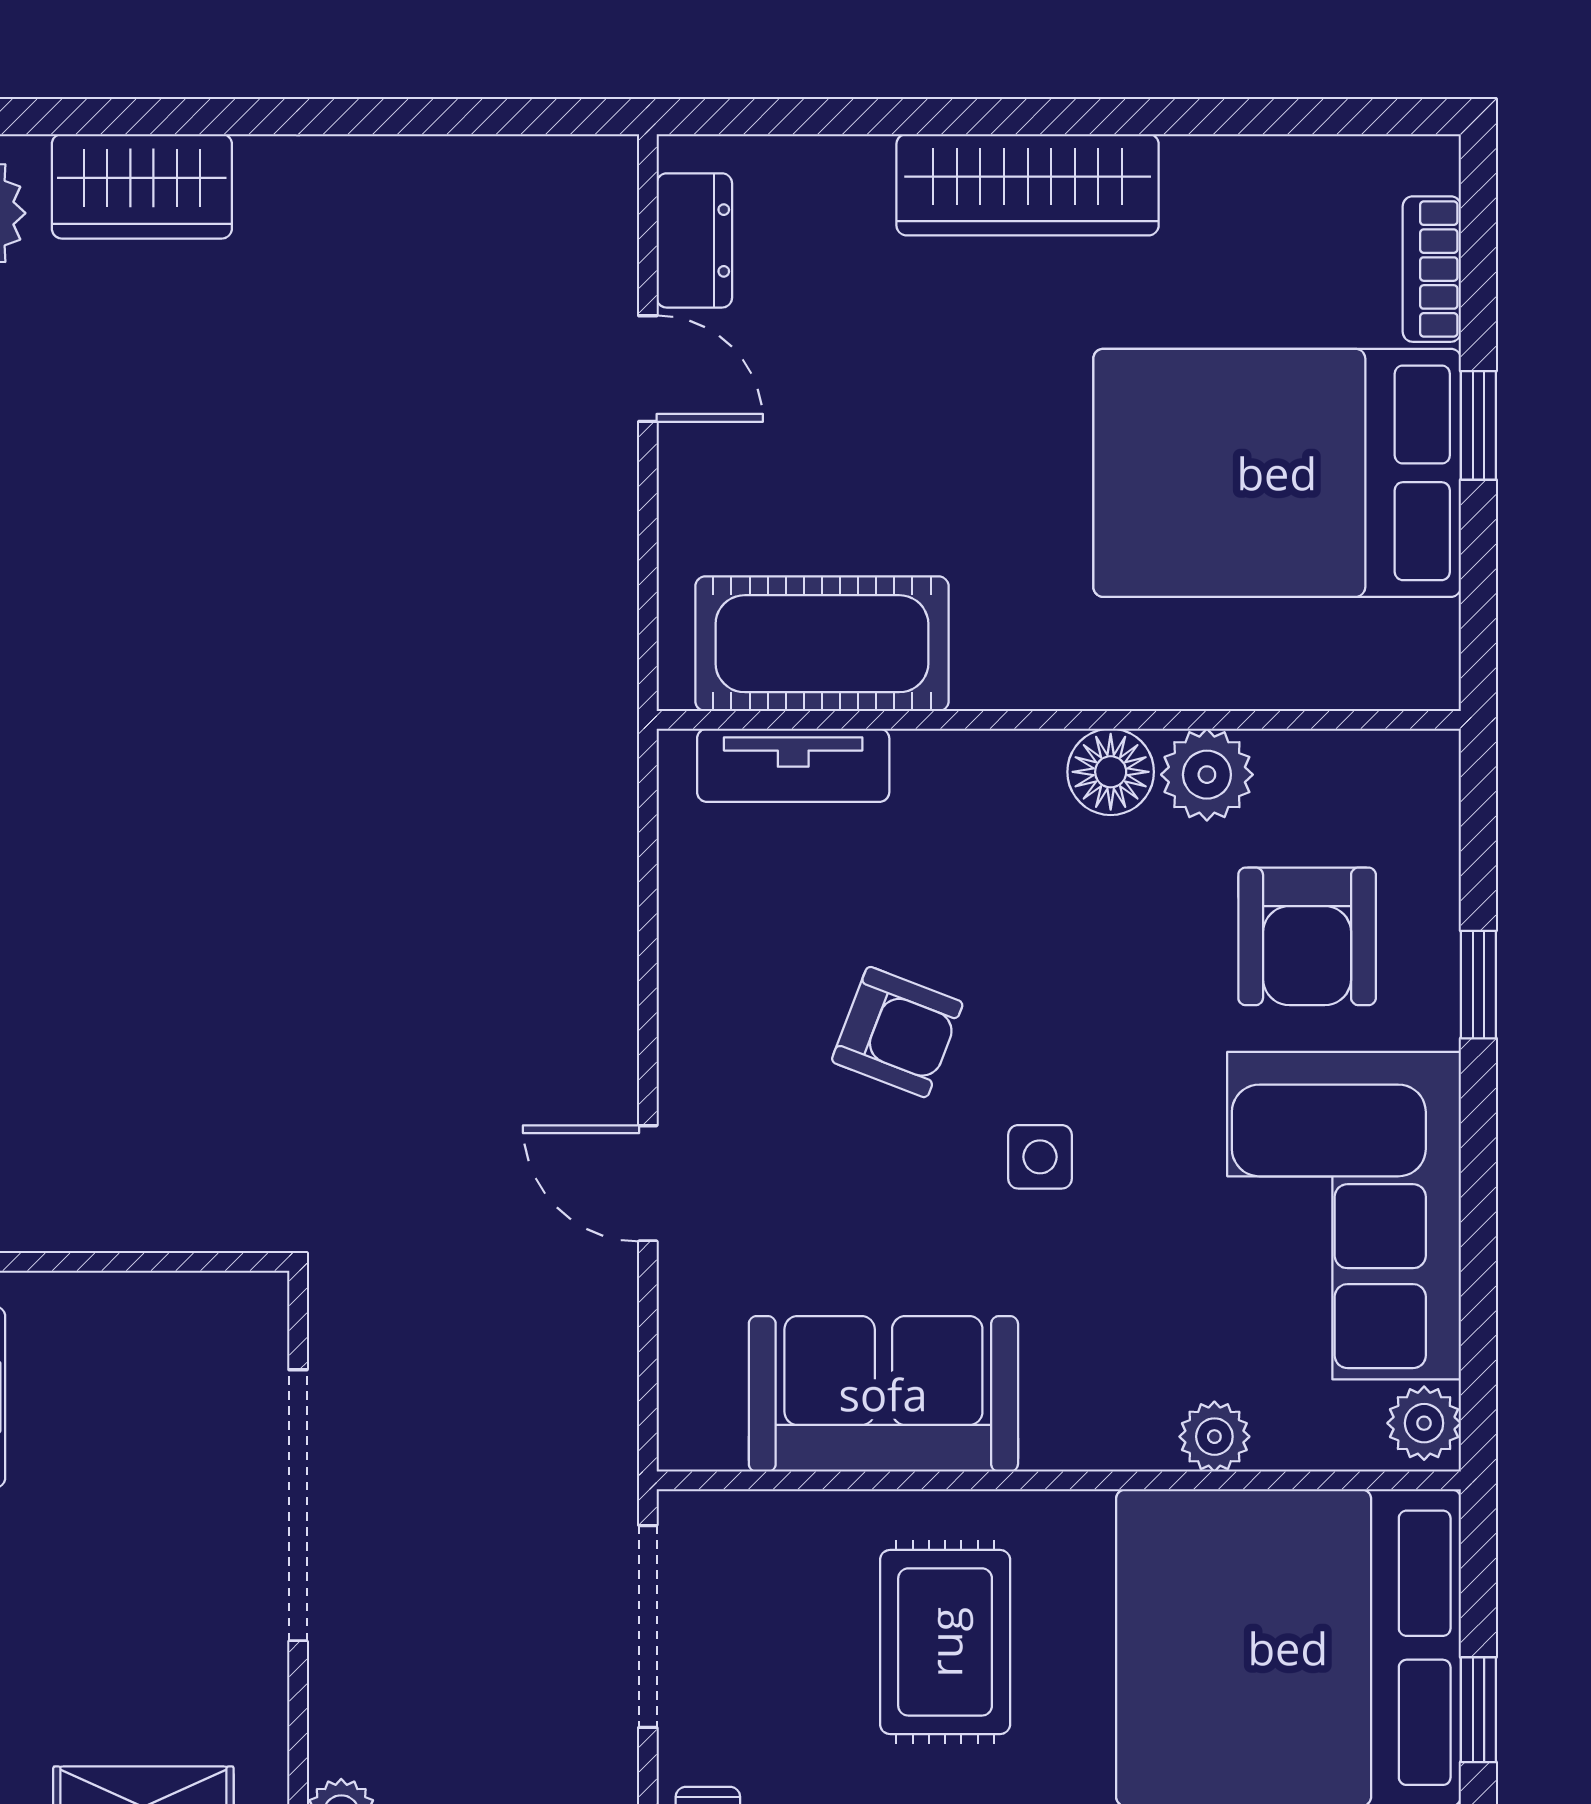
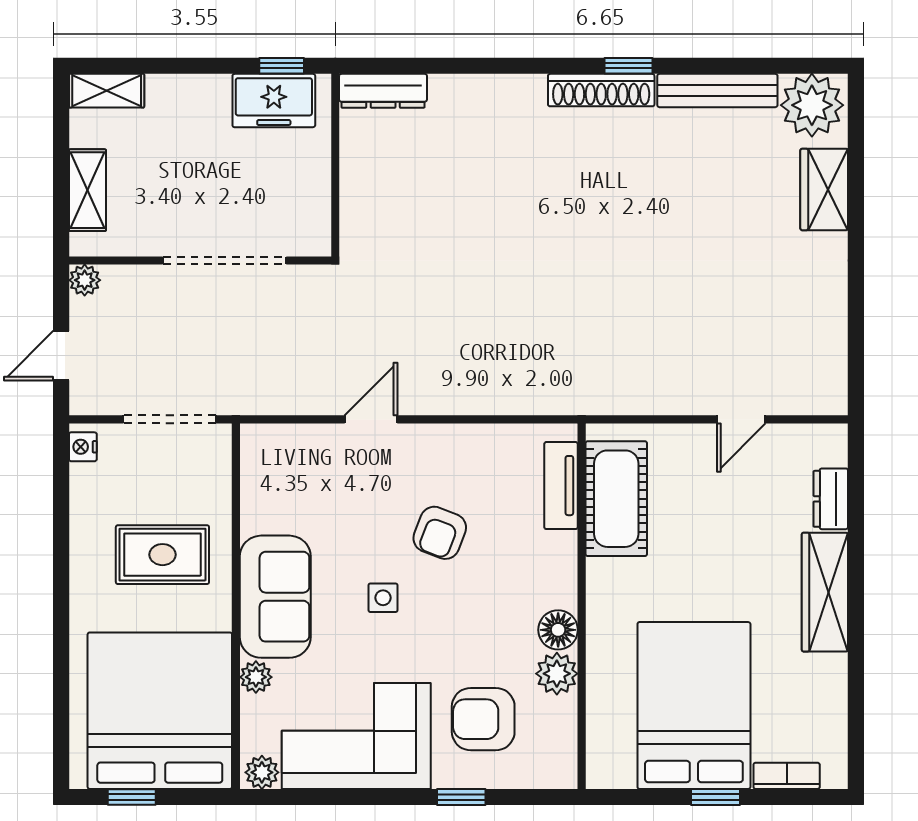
dresser: (694, 240) -> (831, 499), moved, turned 90
sofa: (883, 1394) -> (275, 597), moved

